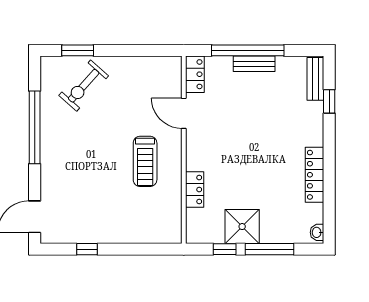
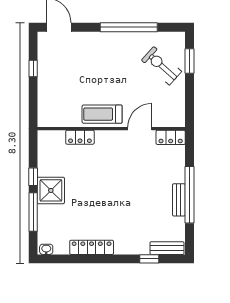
locker: (195, 74) -> (171, 137), moved
door: (184, 113) -> (140, 129), moved
wall: (184, 150) -> (111, 129), moved
locker: (195, 190) -> (80, 137), moved

